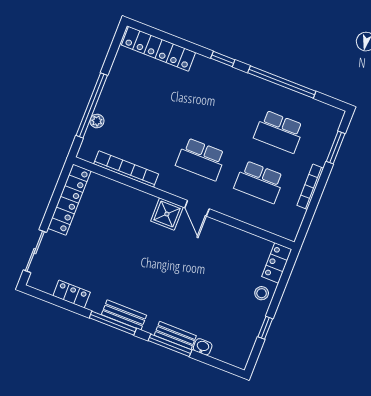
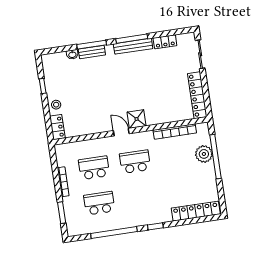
plant: (97, 121) -> (204, 154), width x1.88, depth x1.88
bench: (124, 315) -> (133, 46), width x1.36

